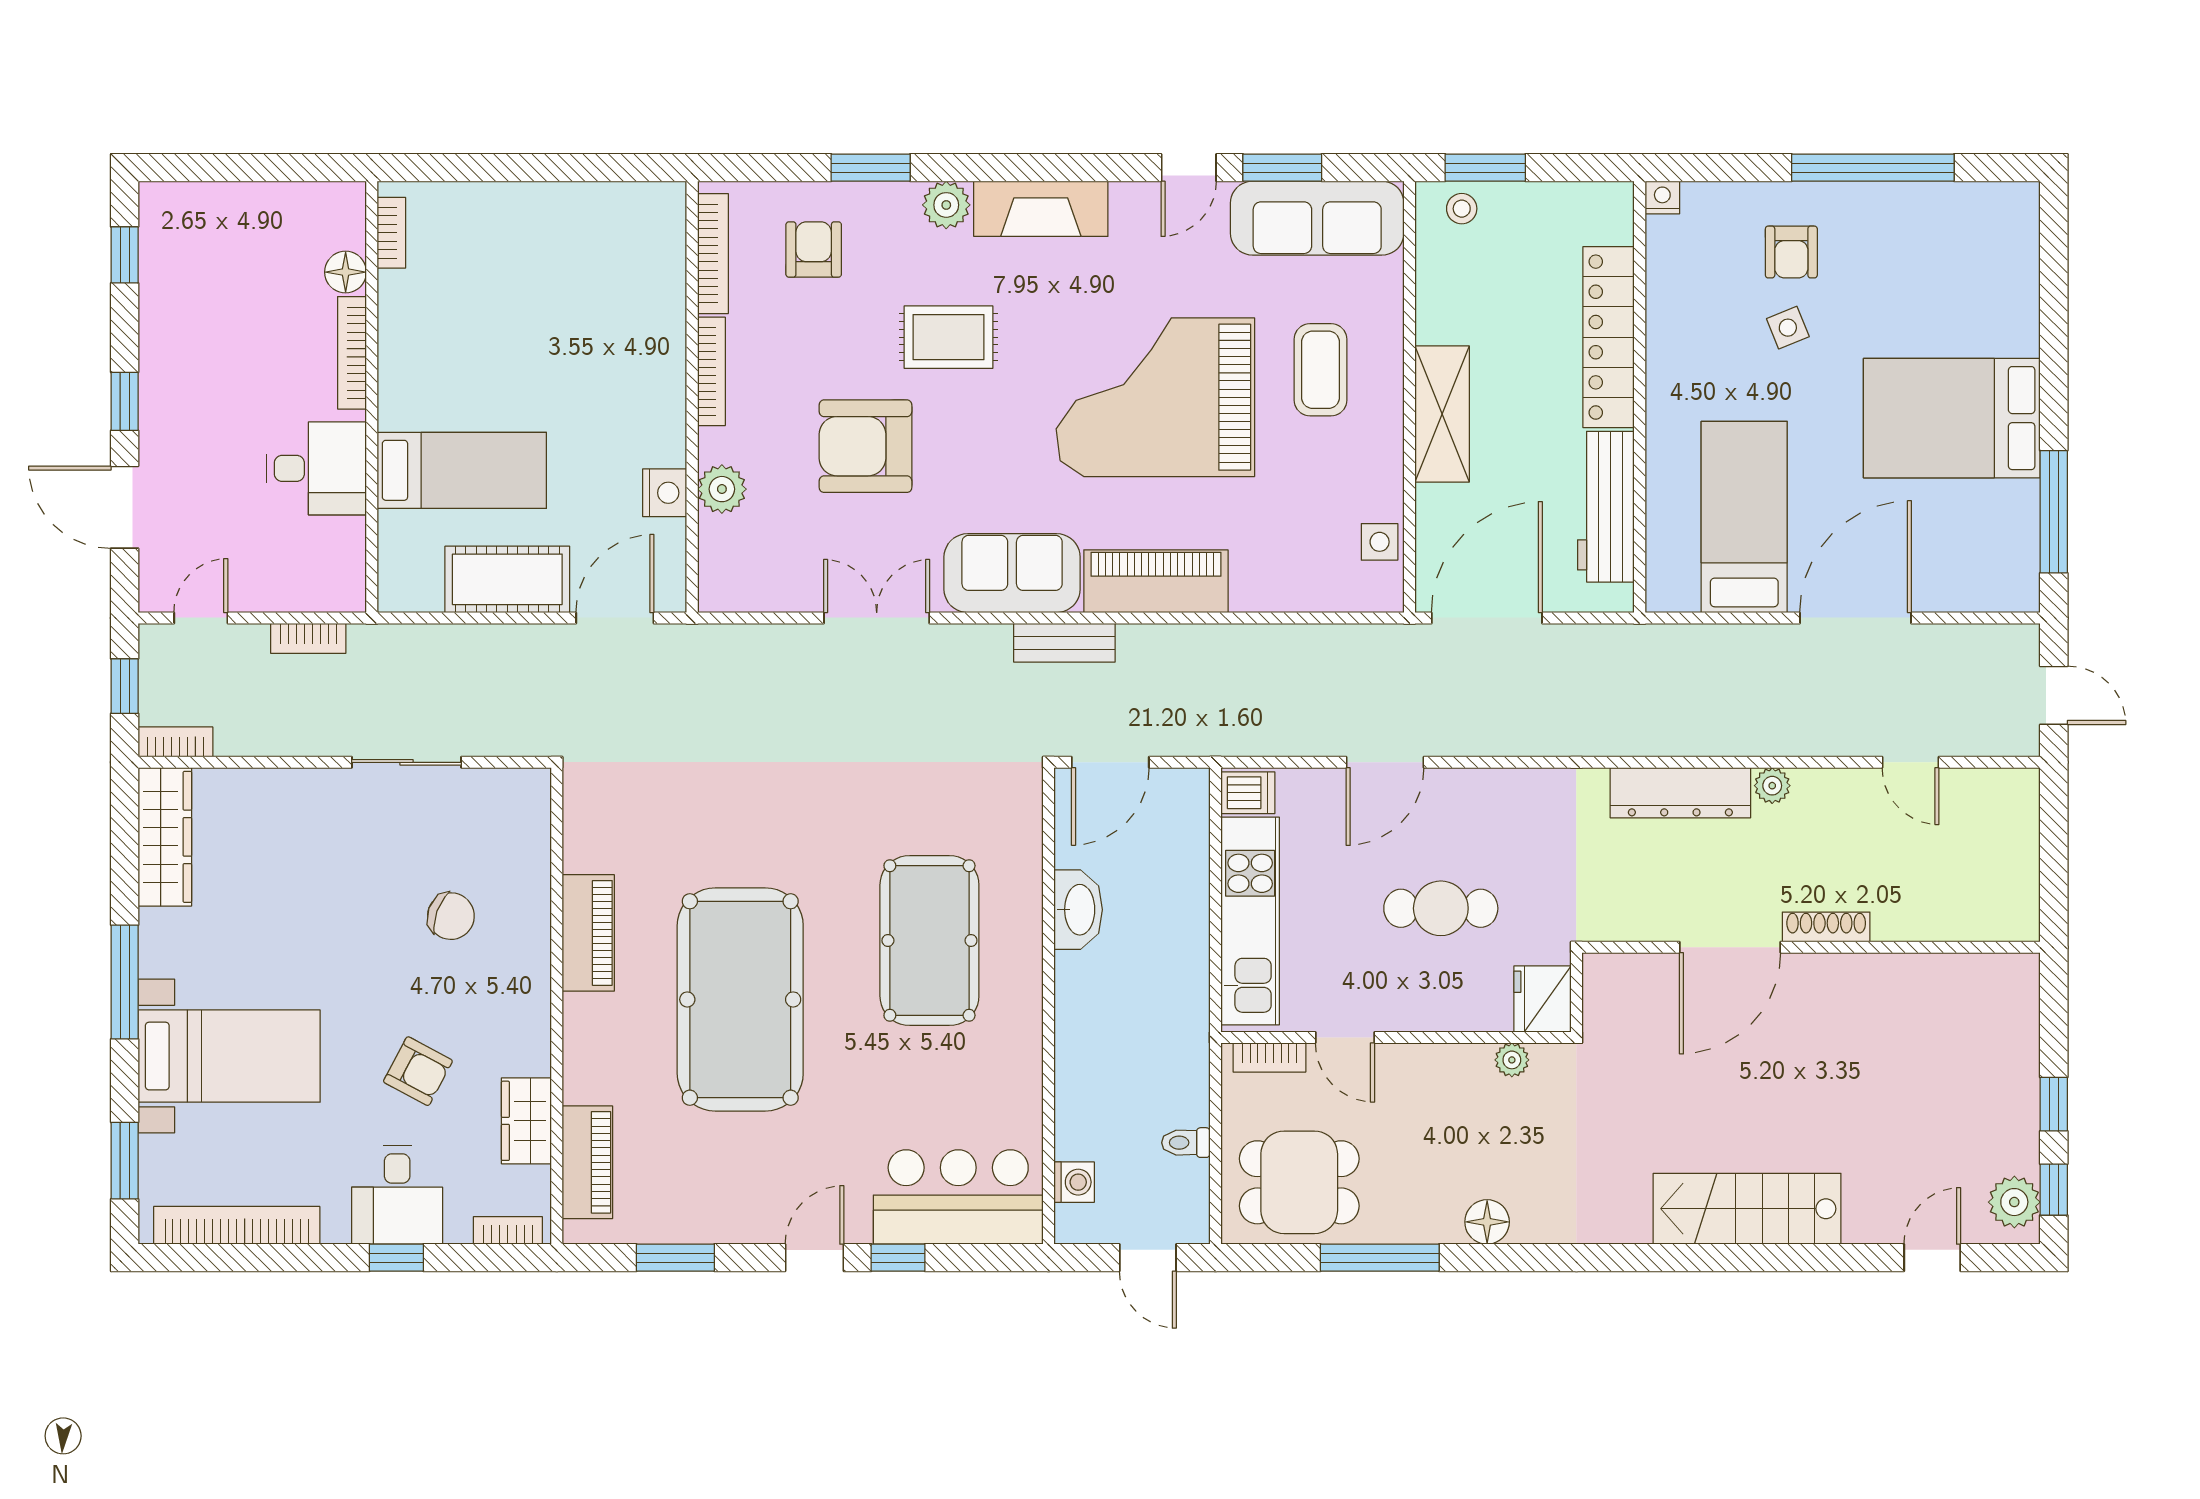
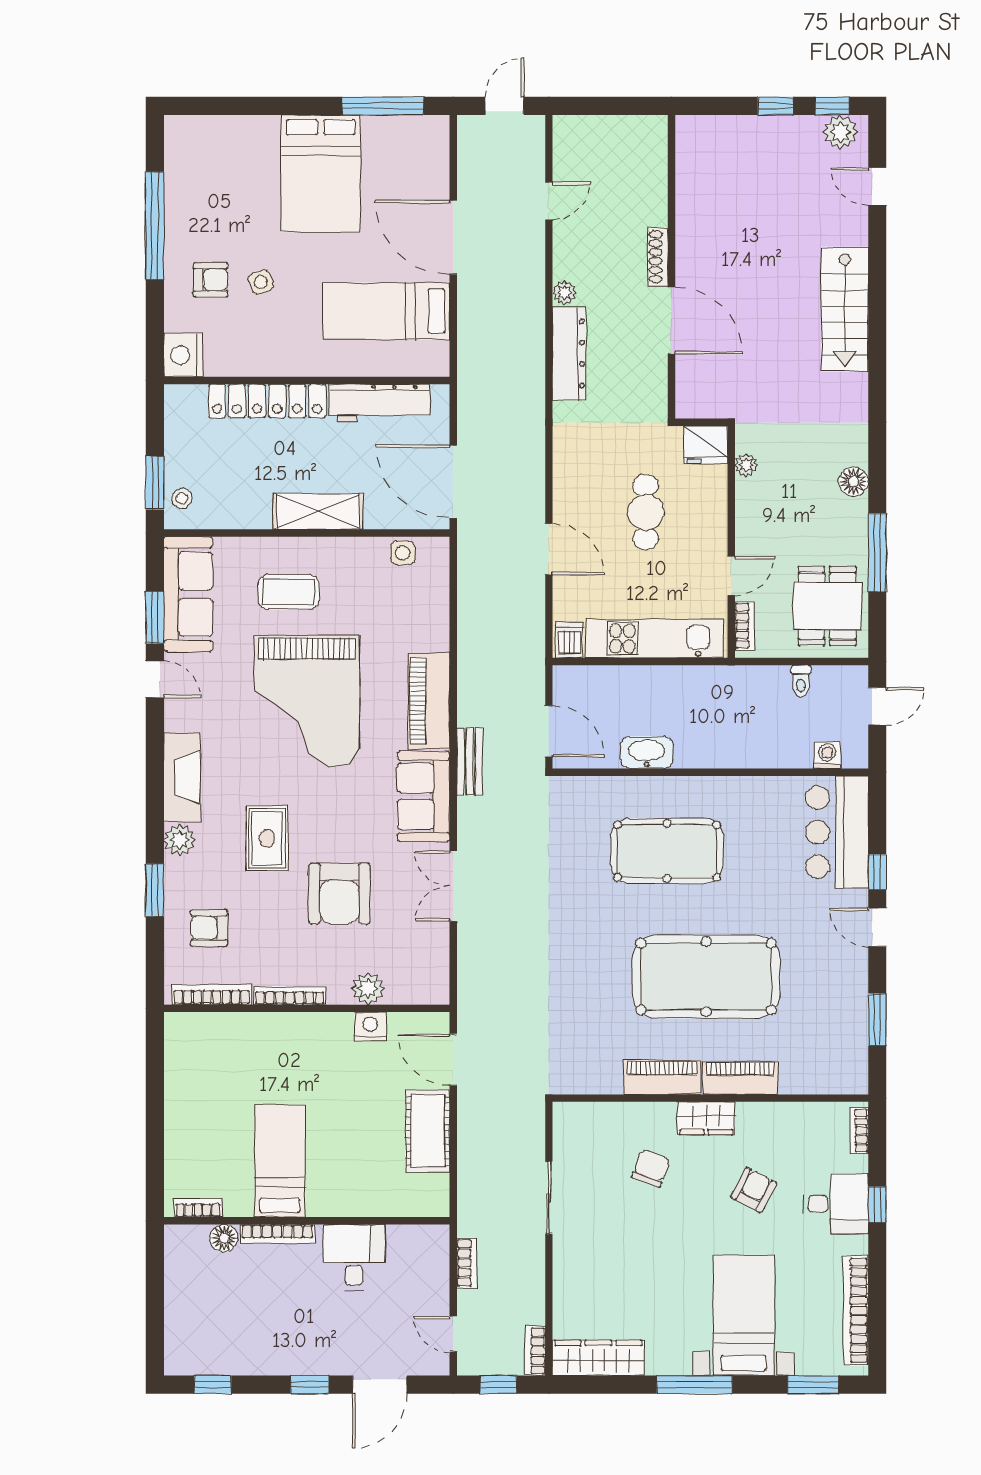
nightstand: (1662, 198) -> (183, 355), width x1.89, depth x1.79
bed: (462, 470) -> (280, 1161), moved
wardrobe: (526, 1121) -> (706, 1118), moved
piano: (587, 1162) -> (740, 1078), moved

